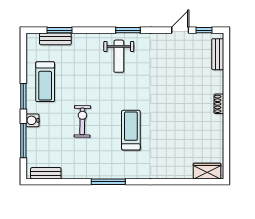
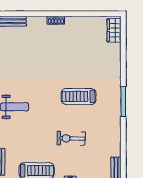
window: (108, 182) -> (123, 102), moved

